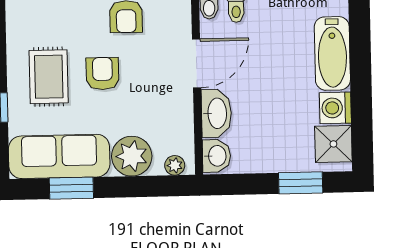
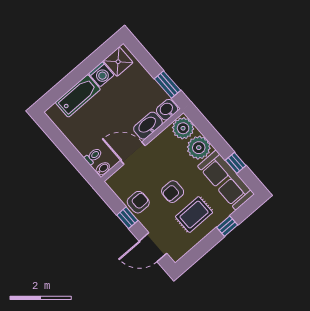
plant: (175, 165) -> (183, 128), width x1.87, depth x1.87
window: (301, 183) -> (168, 85), moved
window: (71, 188) -> (236, 163), width x0.67

